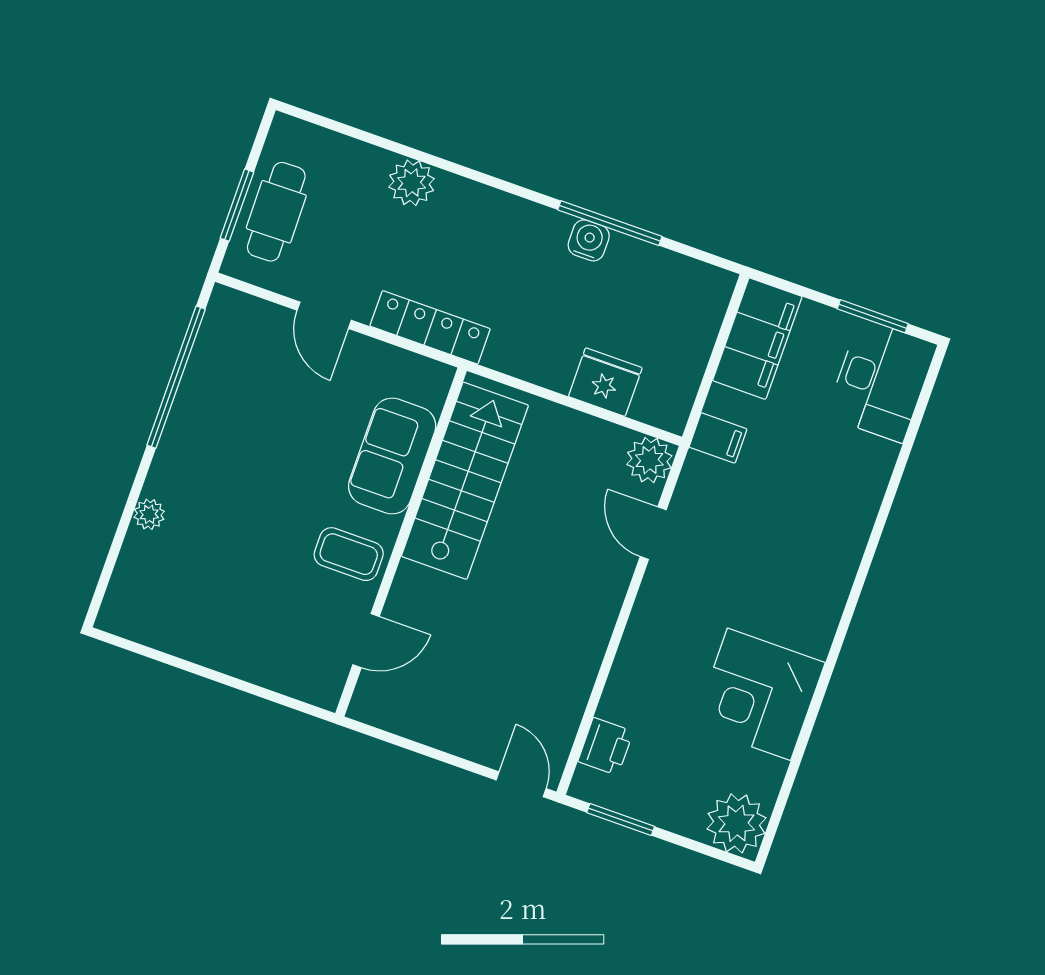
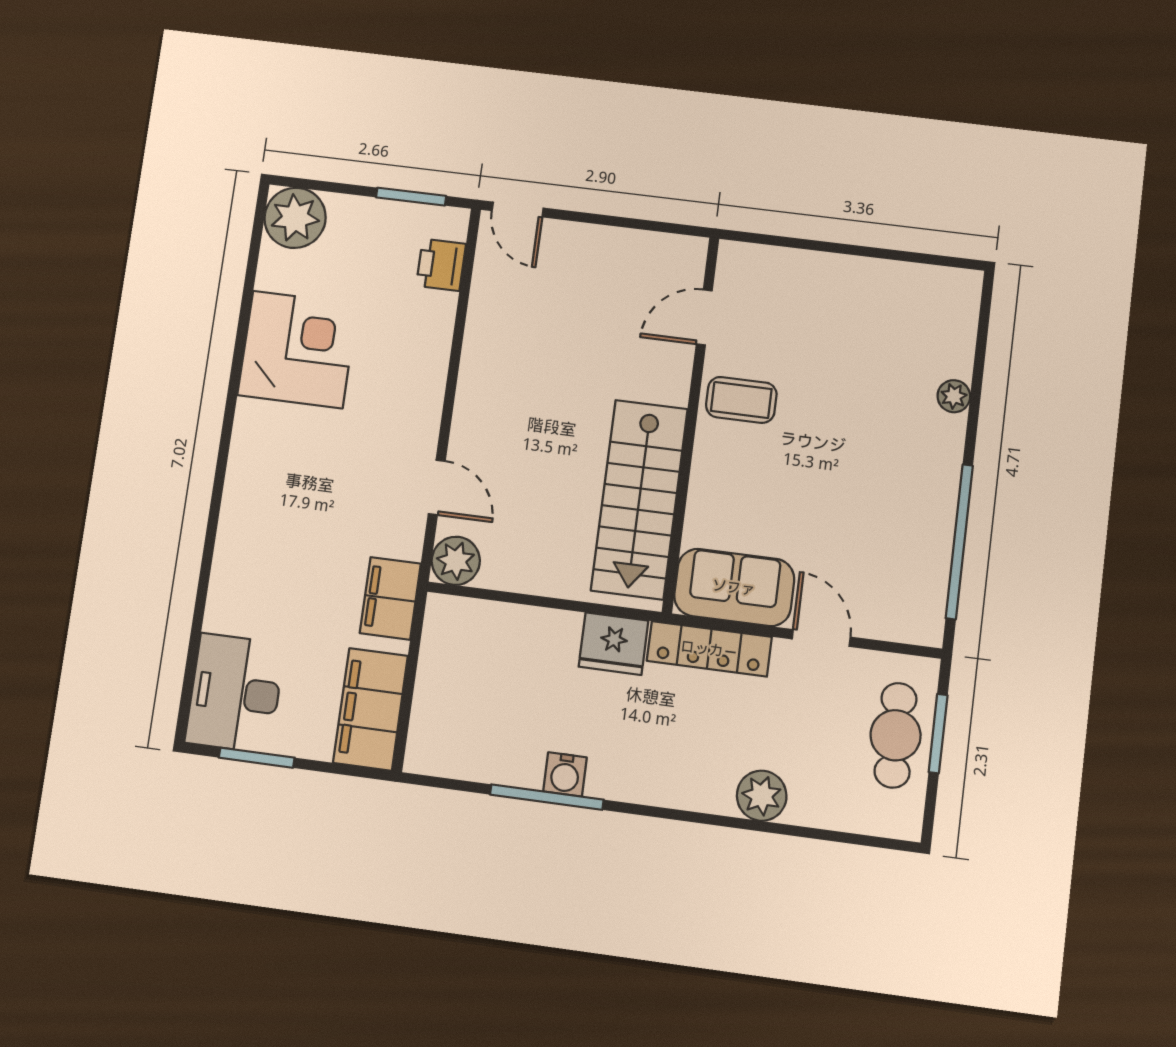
fridge: (605, 382) -> (614, 644), moved
filing cabinet: (718, 438) -> (390, 598), width x2.00
sofa: (392, 456) -> (734, 587), moved, turned -90

